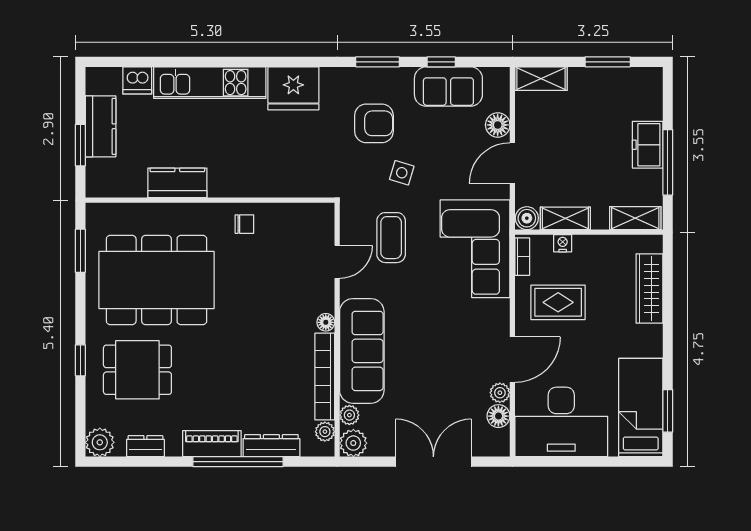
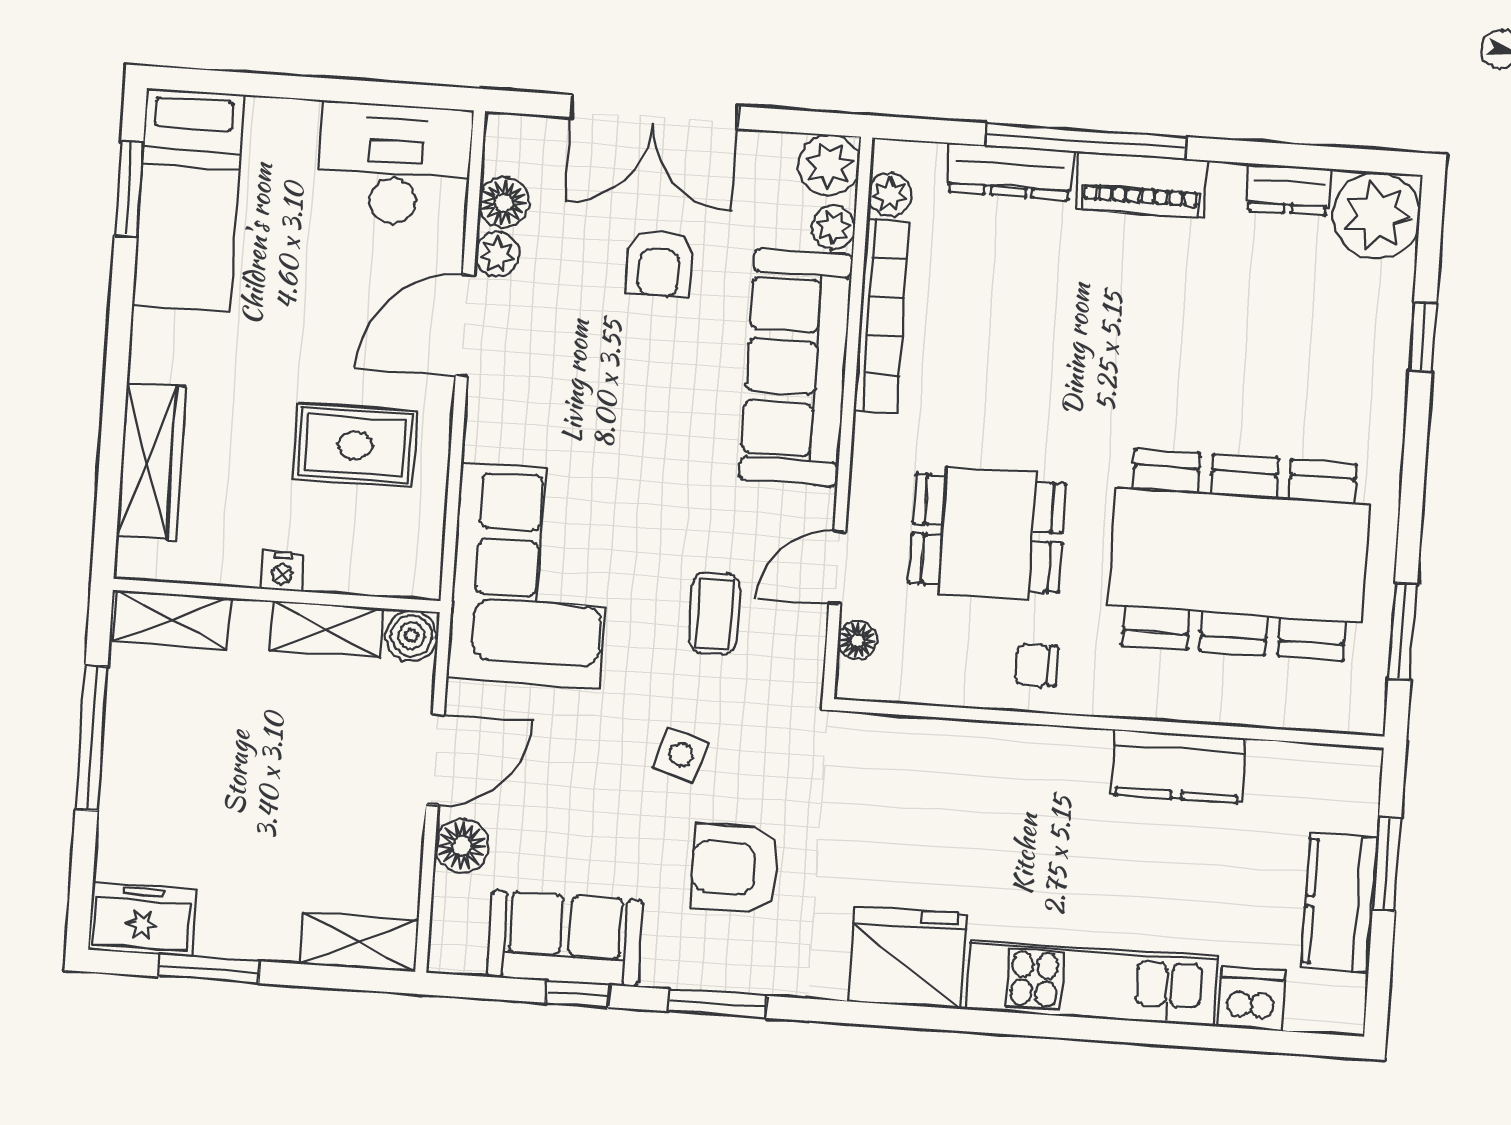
freezer: (648, 145) -> (142, 920), moved, turned -90
coffee table: (391, 238) -> (714, 613), width x0.73, depth x0.77
nightstand: (563, 243) -> (282, 571), moved
bookcase: (522, 257) -> (427, 551), removed
floor lamp: (326, 322) -> (857, 640), moved
window: (80, 360) -> (1423, 337), moved
dining table: (137, 370) -> (987, 533), moved
armchair: (427, 393) -> (659, 263), added
desk: (561, 422) -> (395, 164), width x0.73, depth x0.77
plant: (100, 442) -> (1377, 215), width x1.36, depth x1.36

